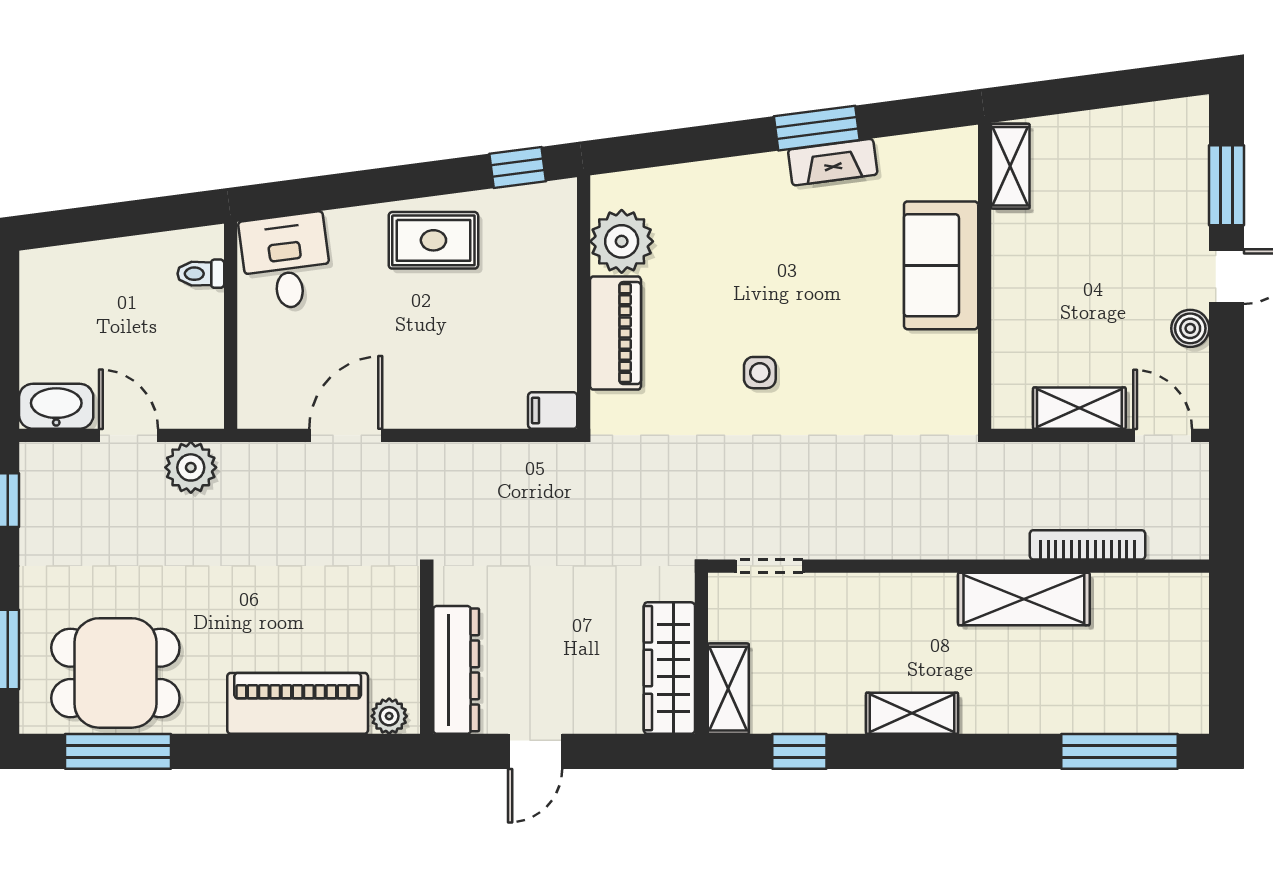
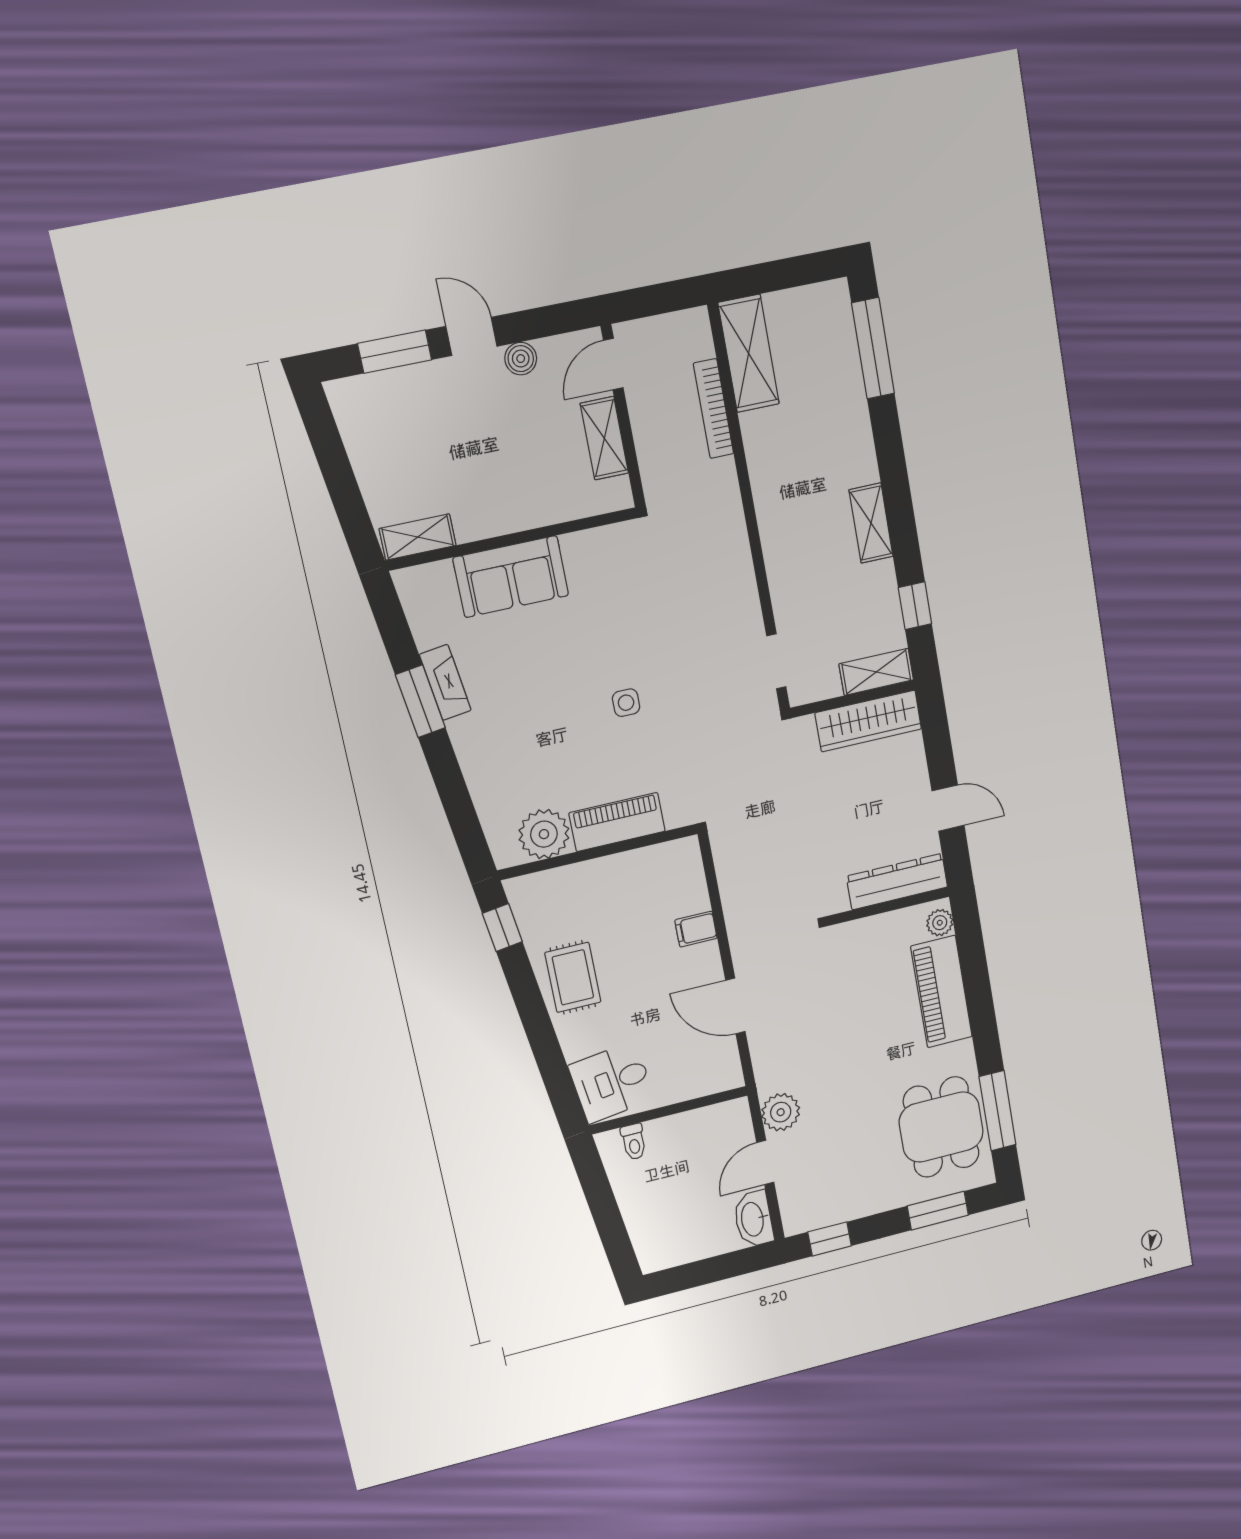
filing cabinet: (553, 410) -> (696, 929), moved, turned 90
shelving: (1024, 599) -> (749, 353), moved

